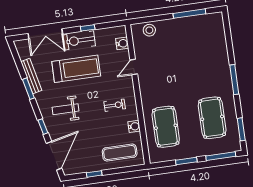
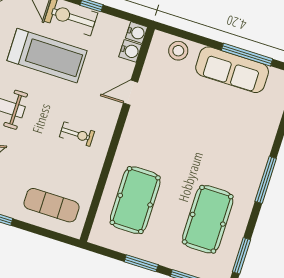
sofa: (185, 26) -> (232, 70), added
water cooler: (134, 126) -> (137, 33), moved

